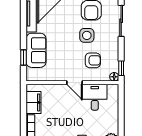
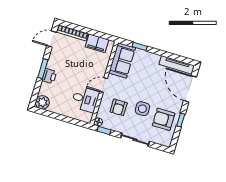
sliding door: (121, 21) -> (135, 140), moved
sofa: (36, 50) -> (122, 60), moved, turned -90

